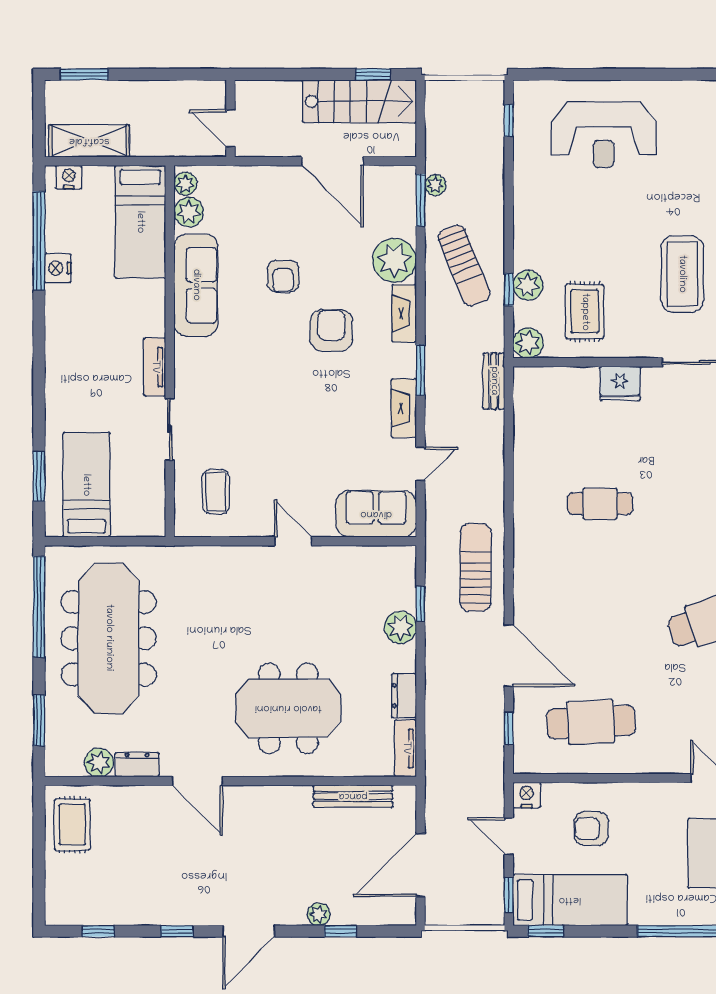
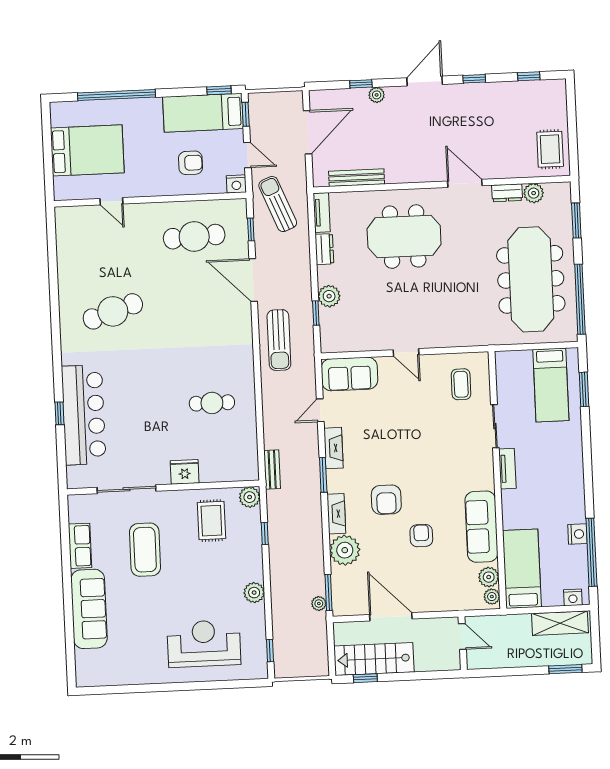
sun lounger: (464, 266) -> (278, 204), moved
plant: (528, 285) -> (254, 593), moved
cafe table: (600, 504) -> (212, 403), moved

